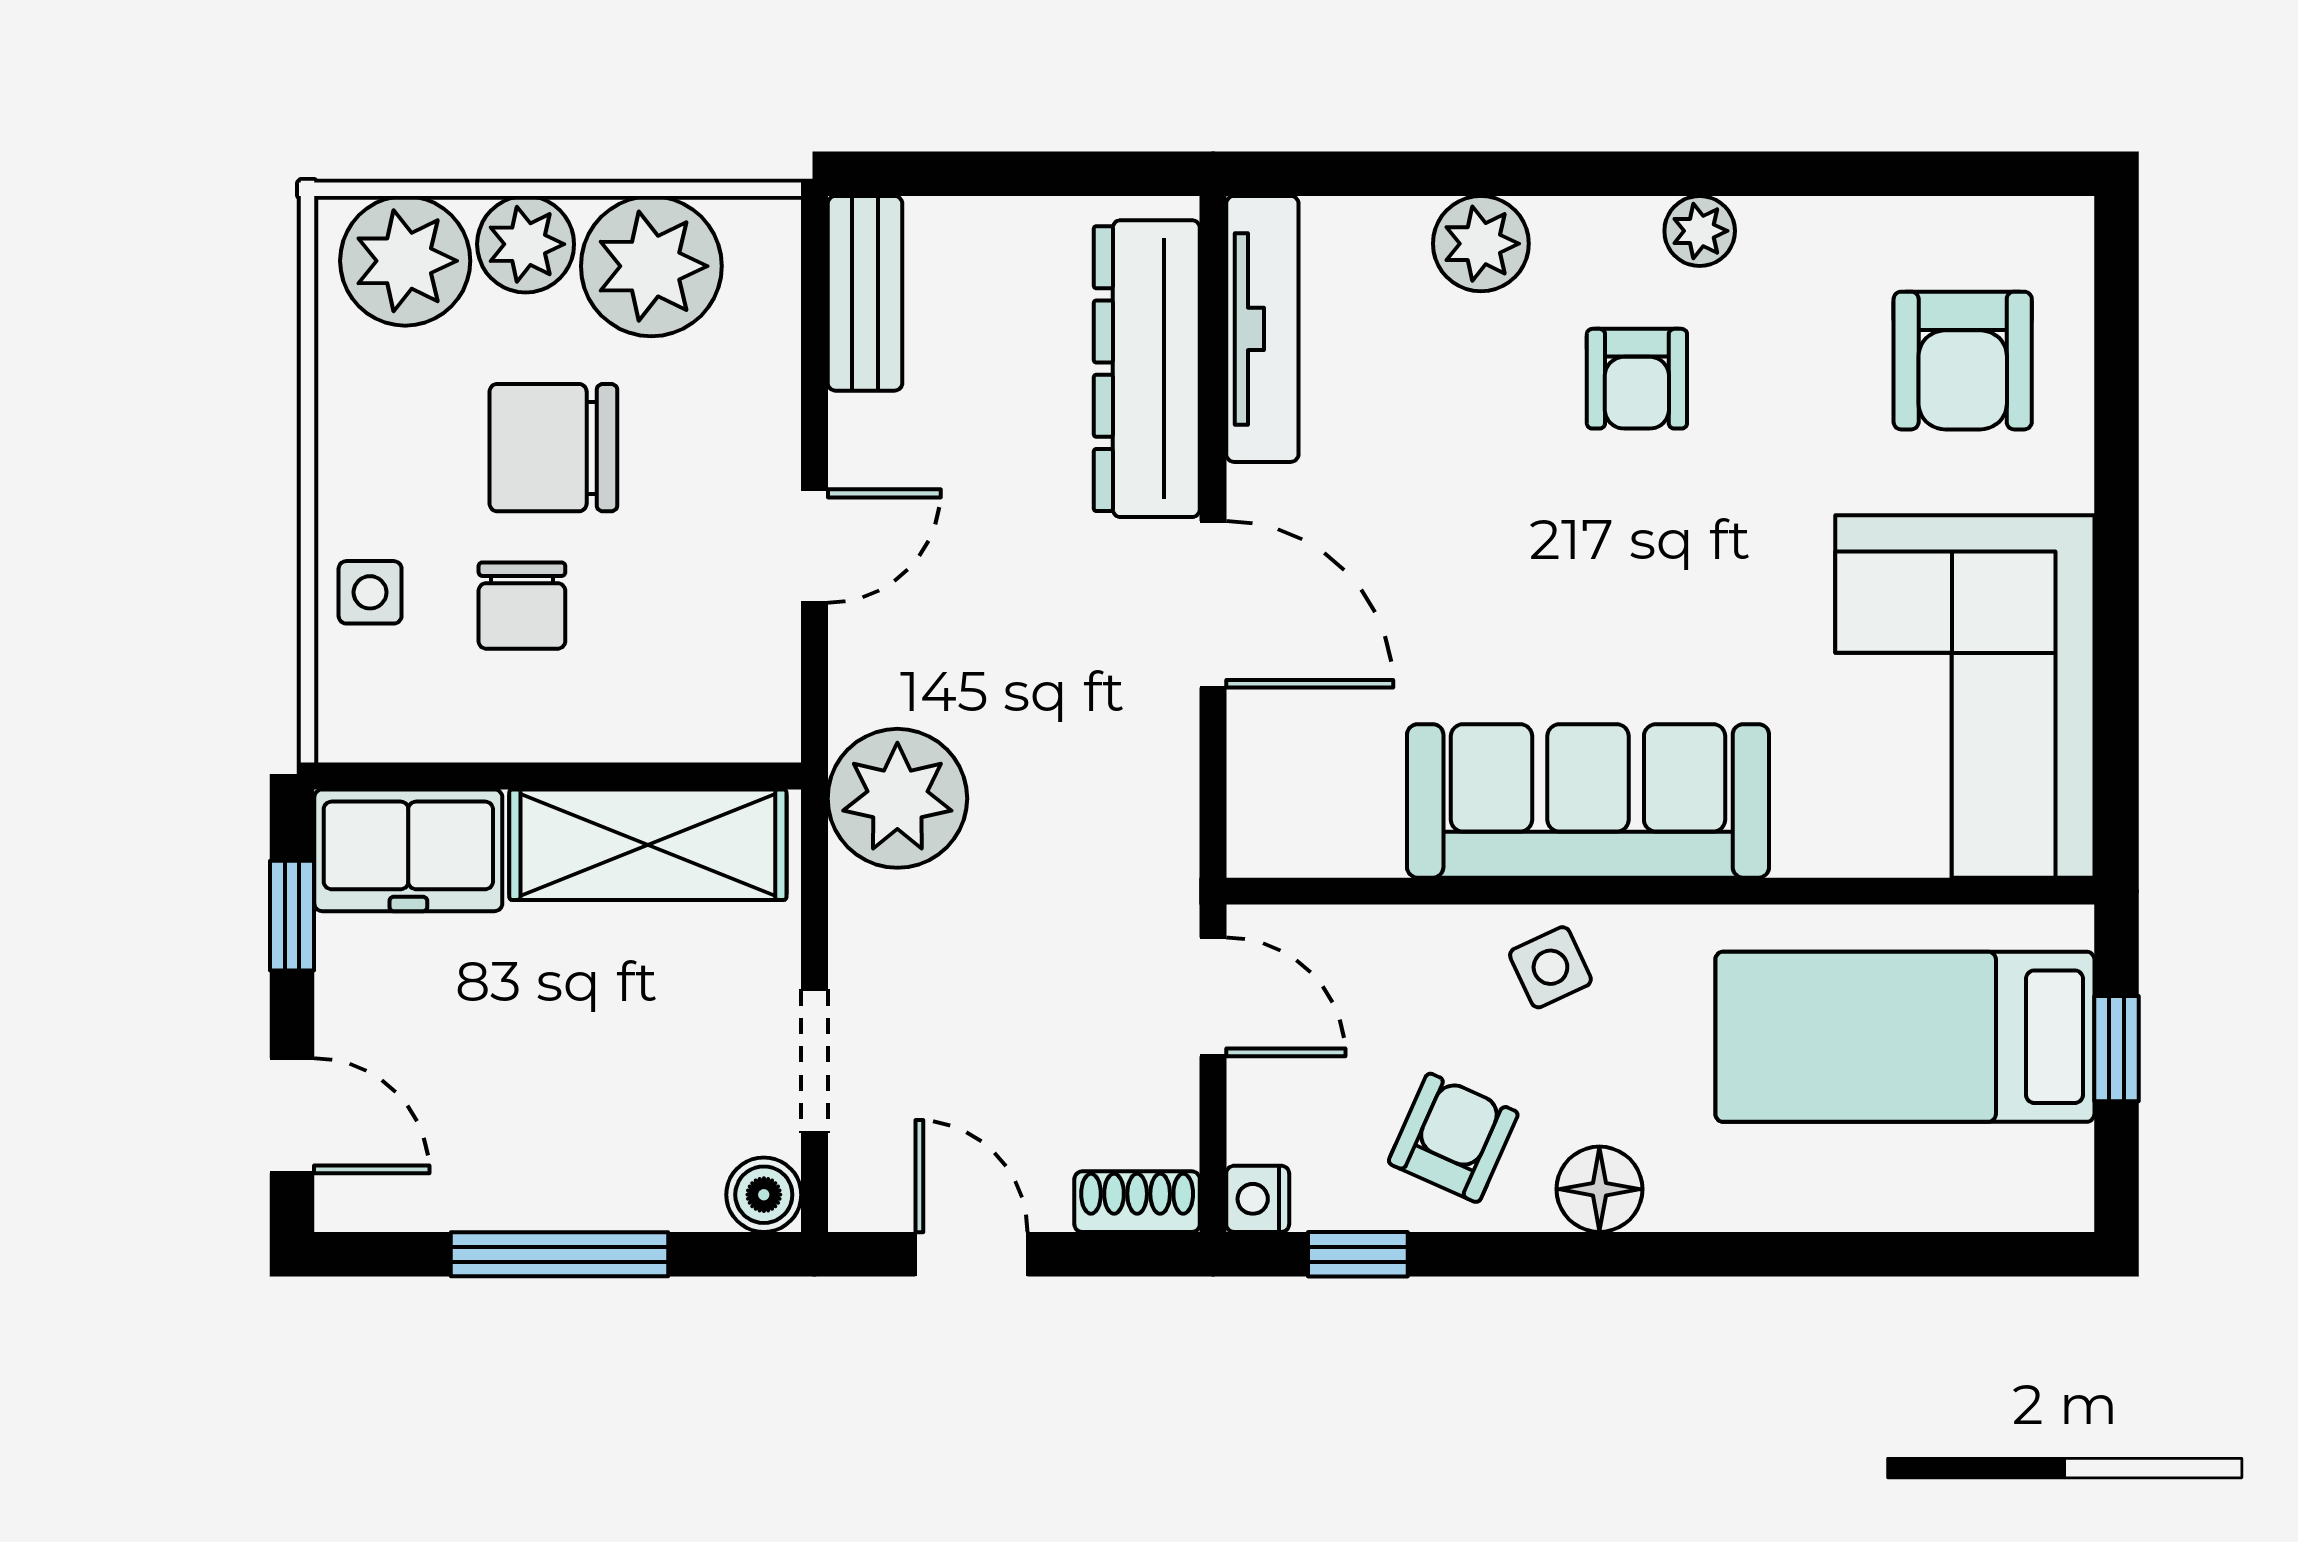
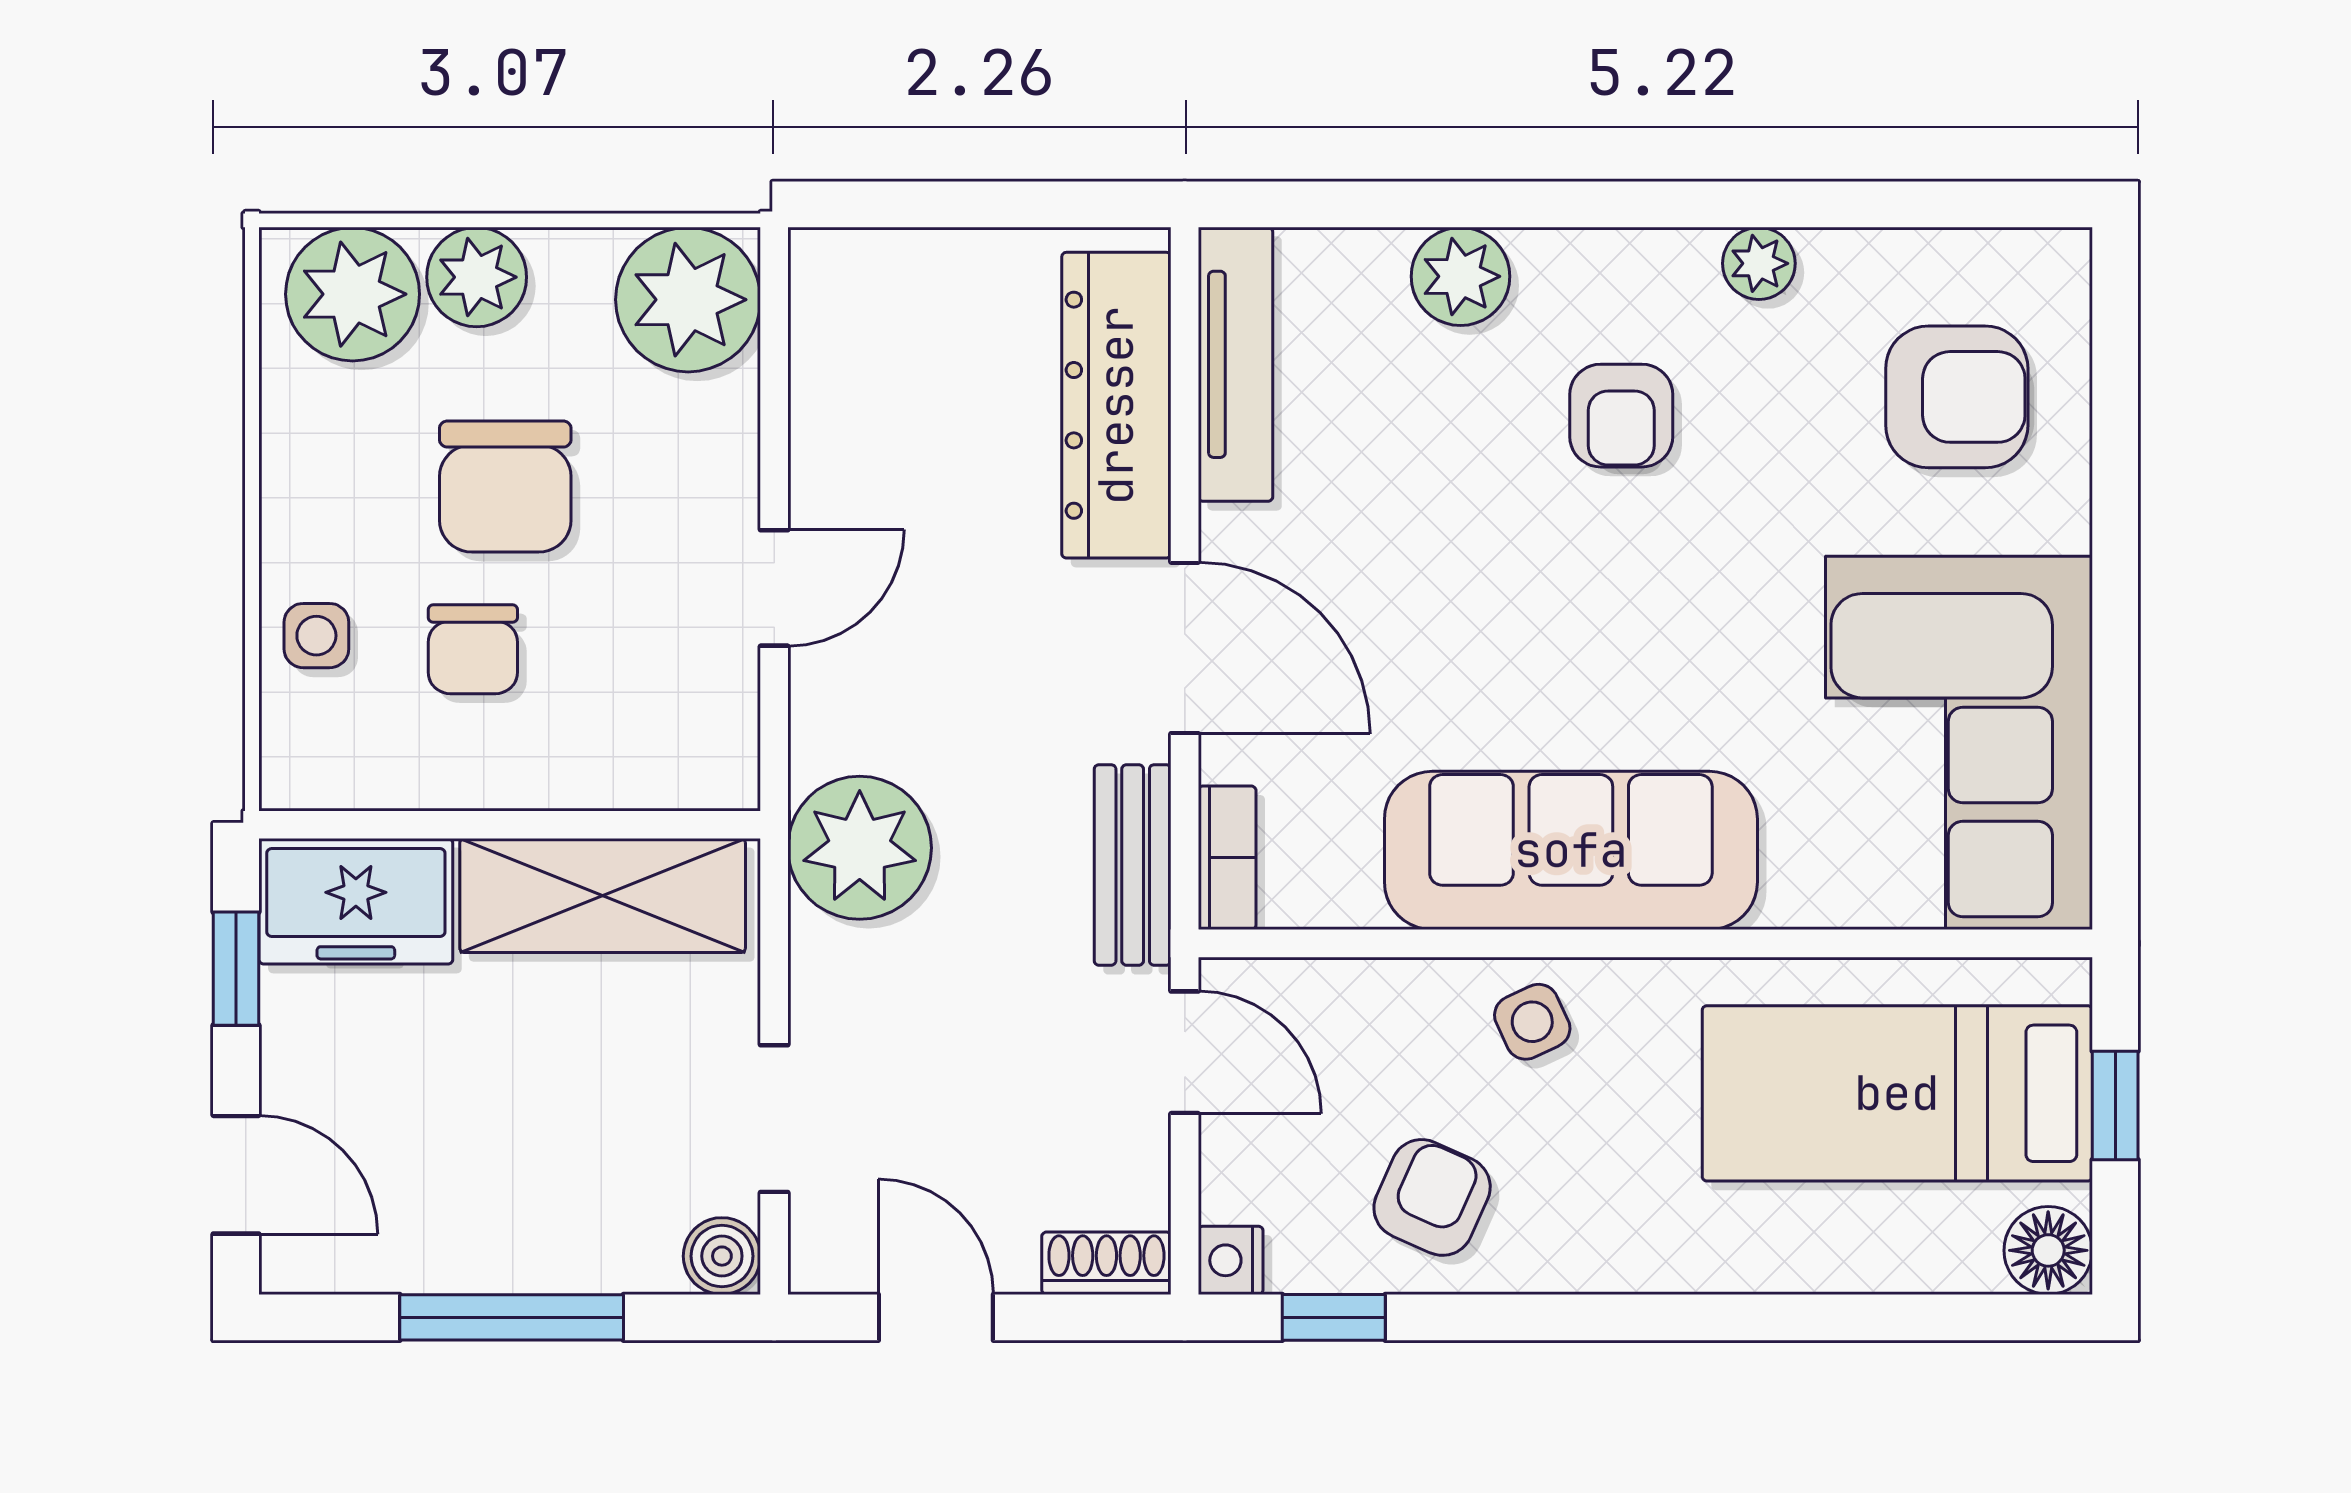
plant: (1700, 231) -> (1759, 263), moved
plant: (651, 266) -> (688, 300), moved
bench: (865, 293) -> (1133, 865), moved
armchair: (1963, 361) -> (1957, 397), turned -90
chair: (553, 448) -> (505, 487), turned -90
bookcase: (1254, 808) -> (1227, 858), added
floor lamp: (1599, 1189) -> (2048, 1250), moved

